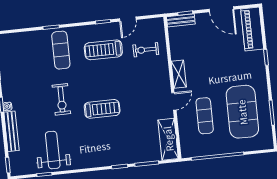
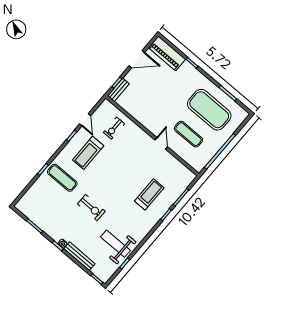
shelving: (179, 74) -> (148, 124), removed
treadmill: (102, 109) -> (149, 194), moved
shelving: (168, 139) -> (180, 170), removed

